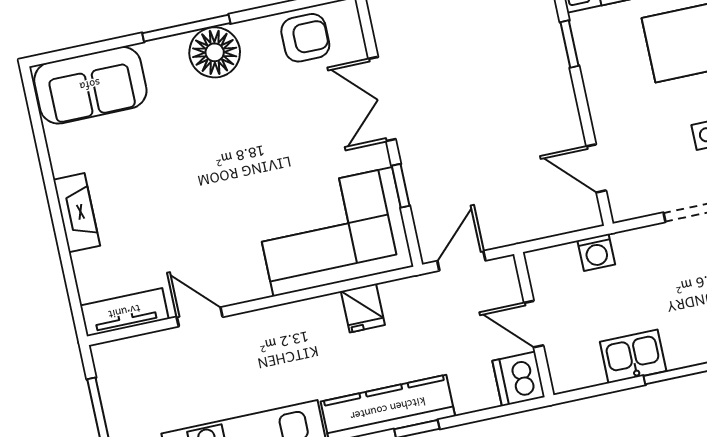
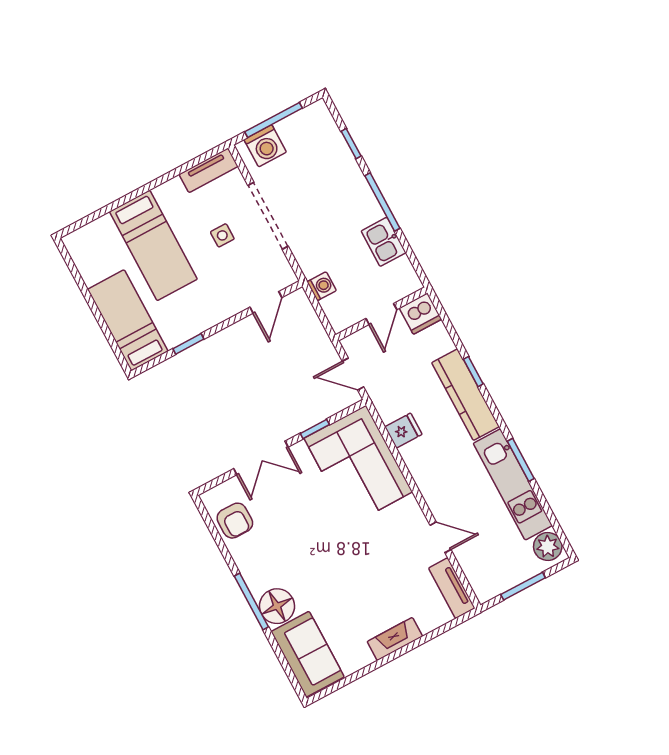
armchair: (305, 38) -> (235, 521), turned 180
floor lamp: (215, 52) -> (277, 606), moved
door: (200, 317) -> (440, 537), swing flipped

